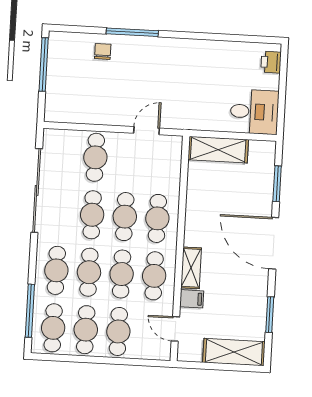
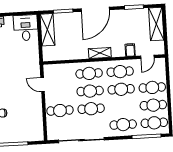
shelving: (218, 150) -> (47, 30), moved
shelving: (191, 268) -> (100, 53), moved
cafe table: (89, 272) -> (122, 107), removed

